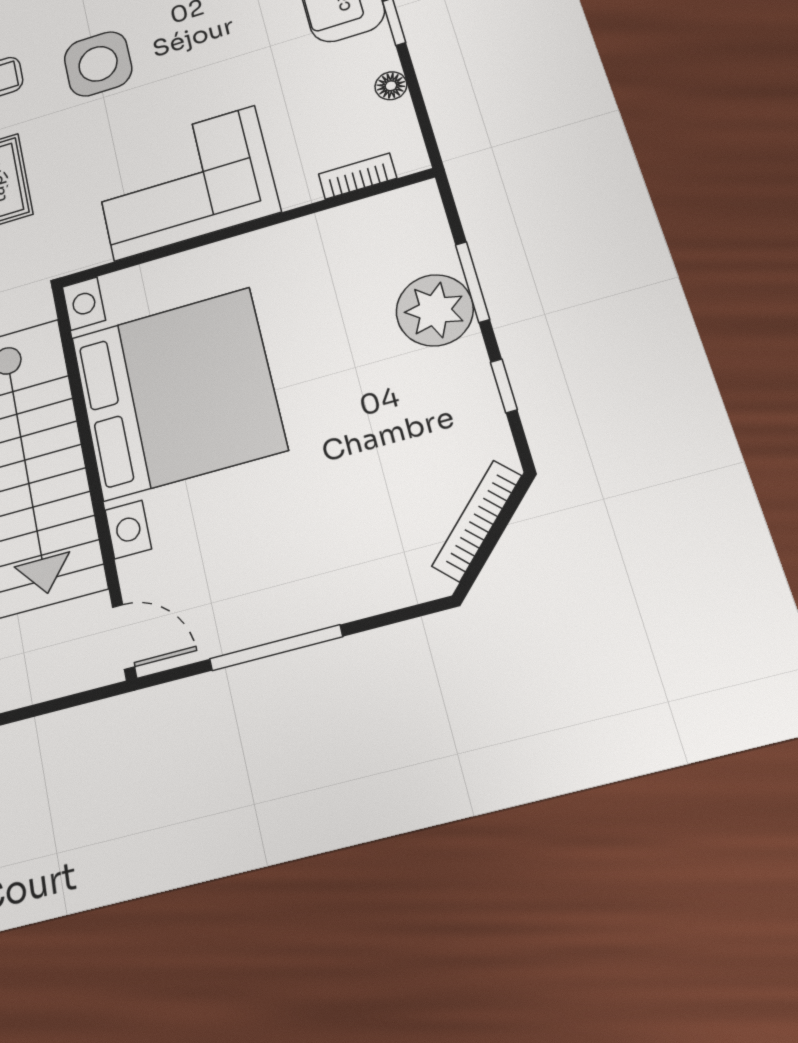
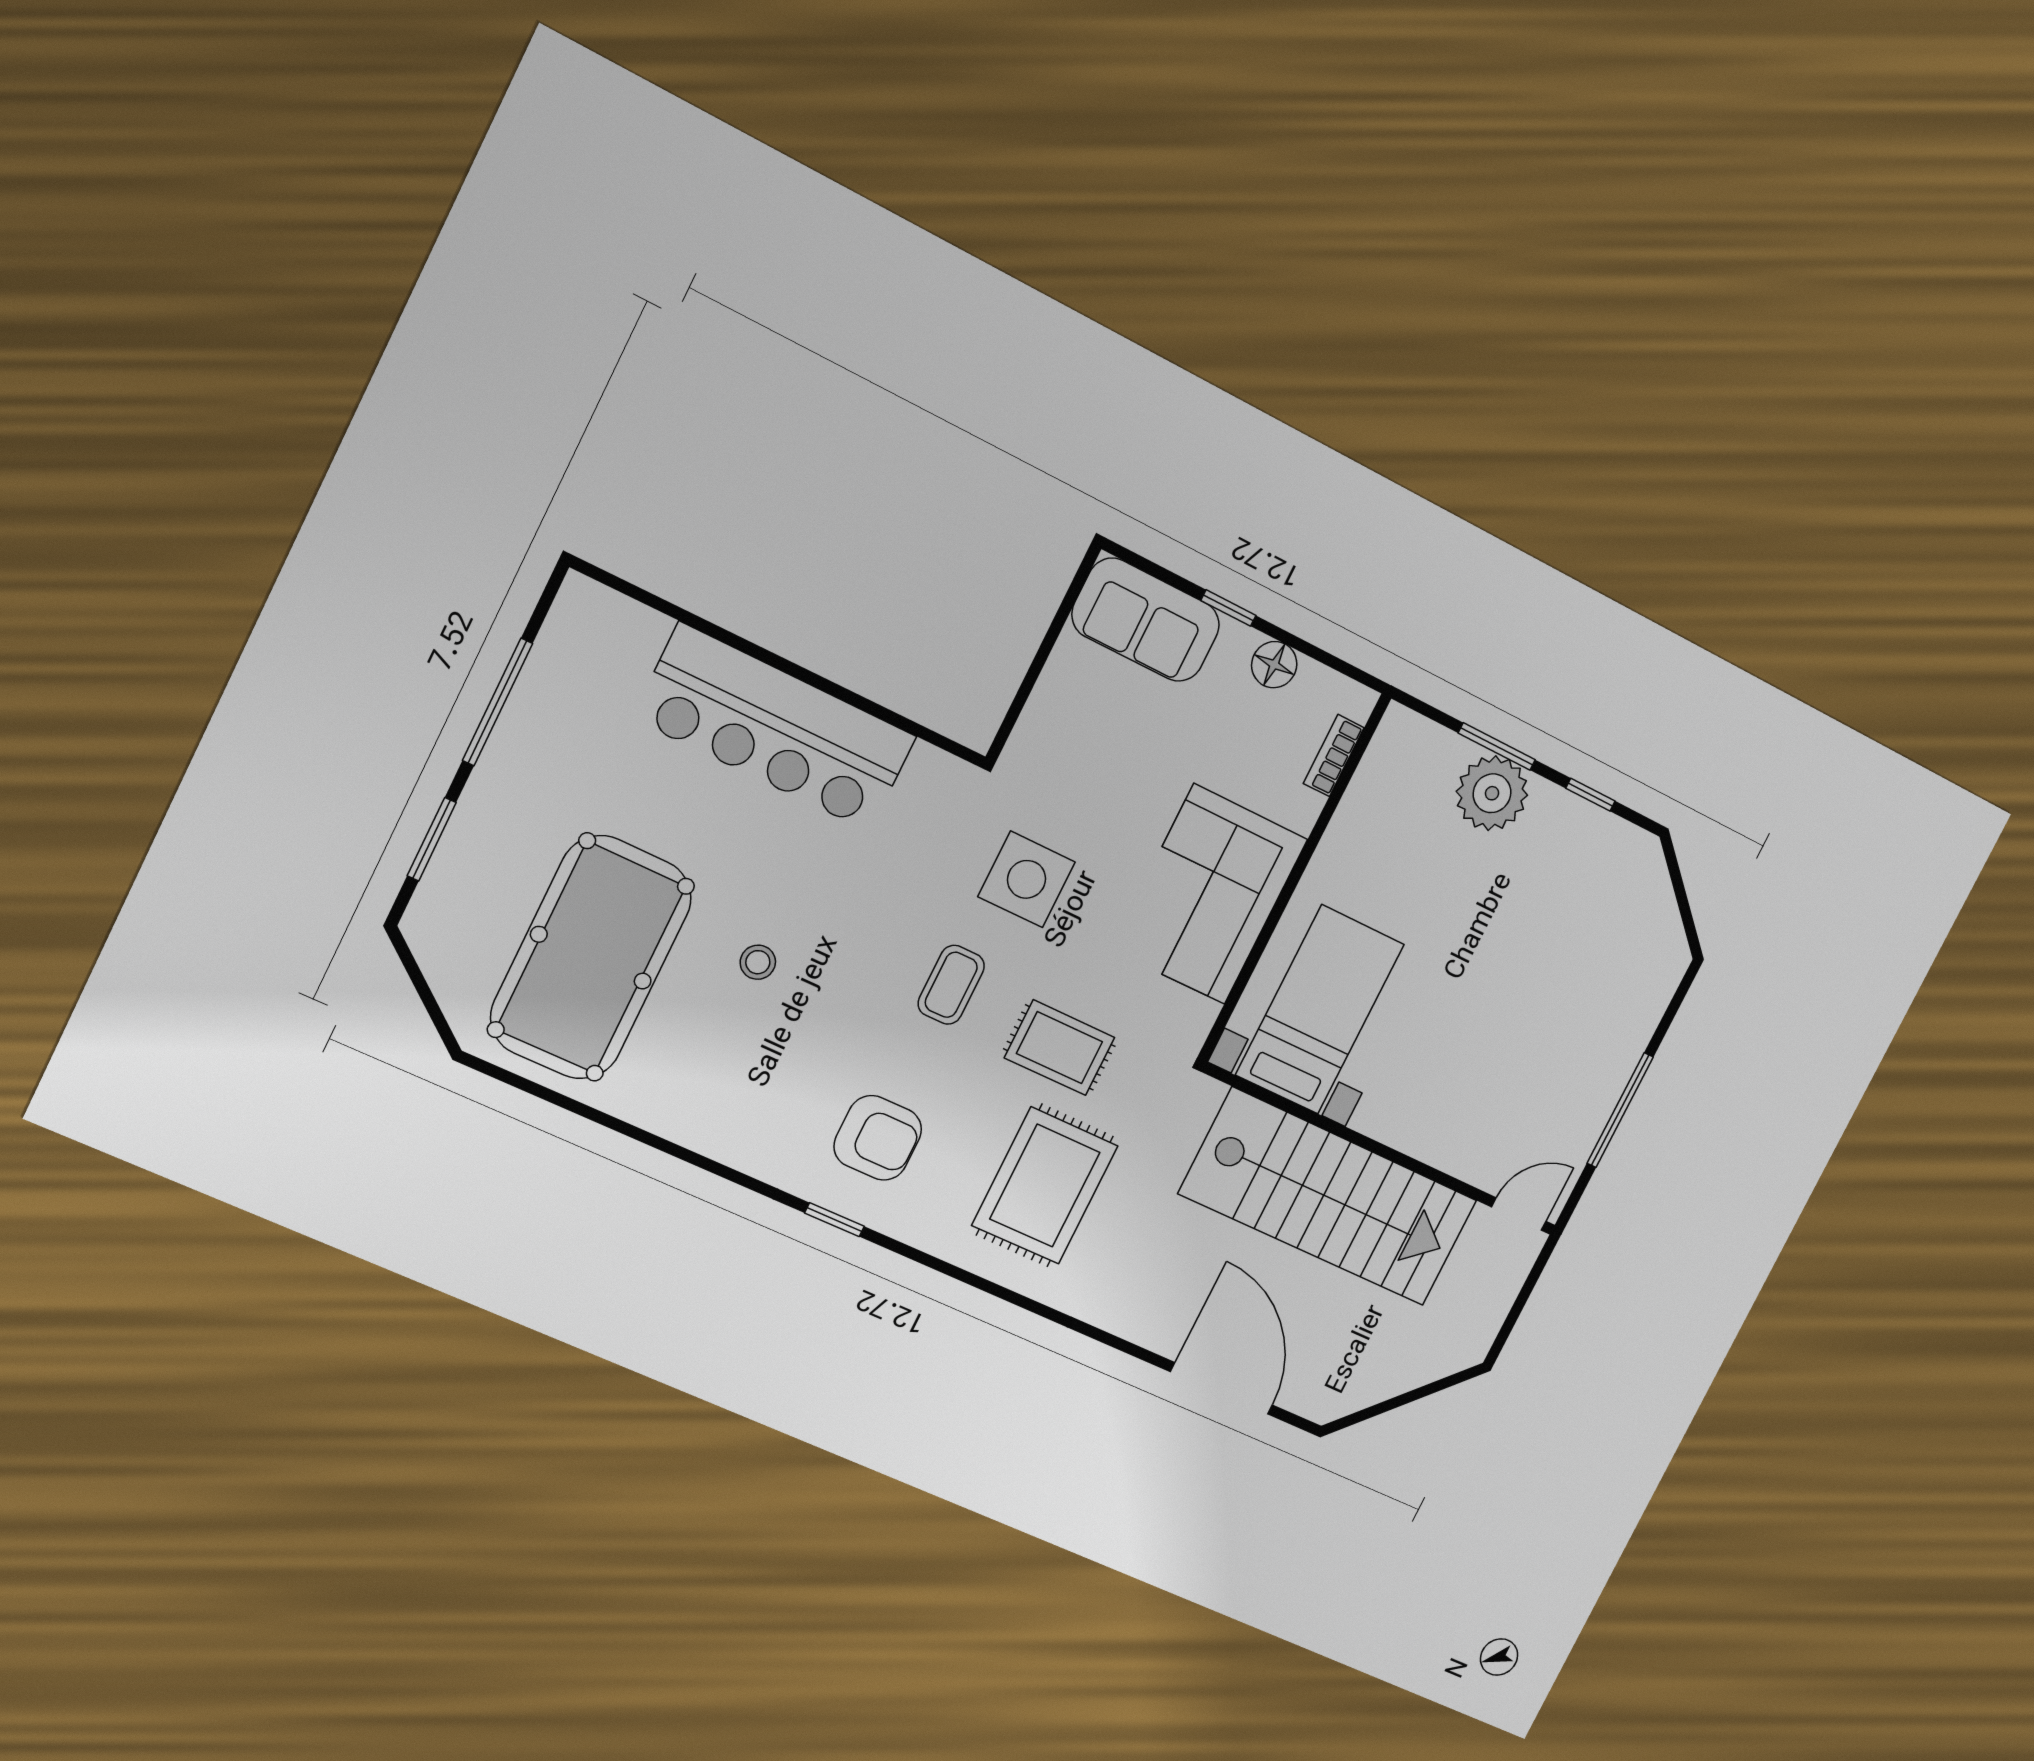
floor lamp: (391, 86) -> (1274, 665), width x1.37, depth x1.37
bed with nightstands: (177, 393) -> (1320, 1010), width x0.54
bookcase: (477, 521) -> (1661, 898), removed

